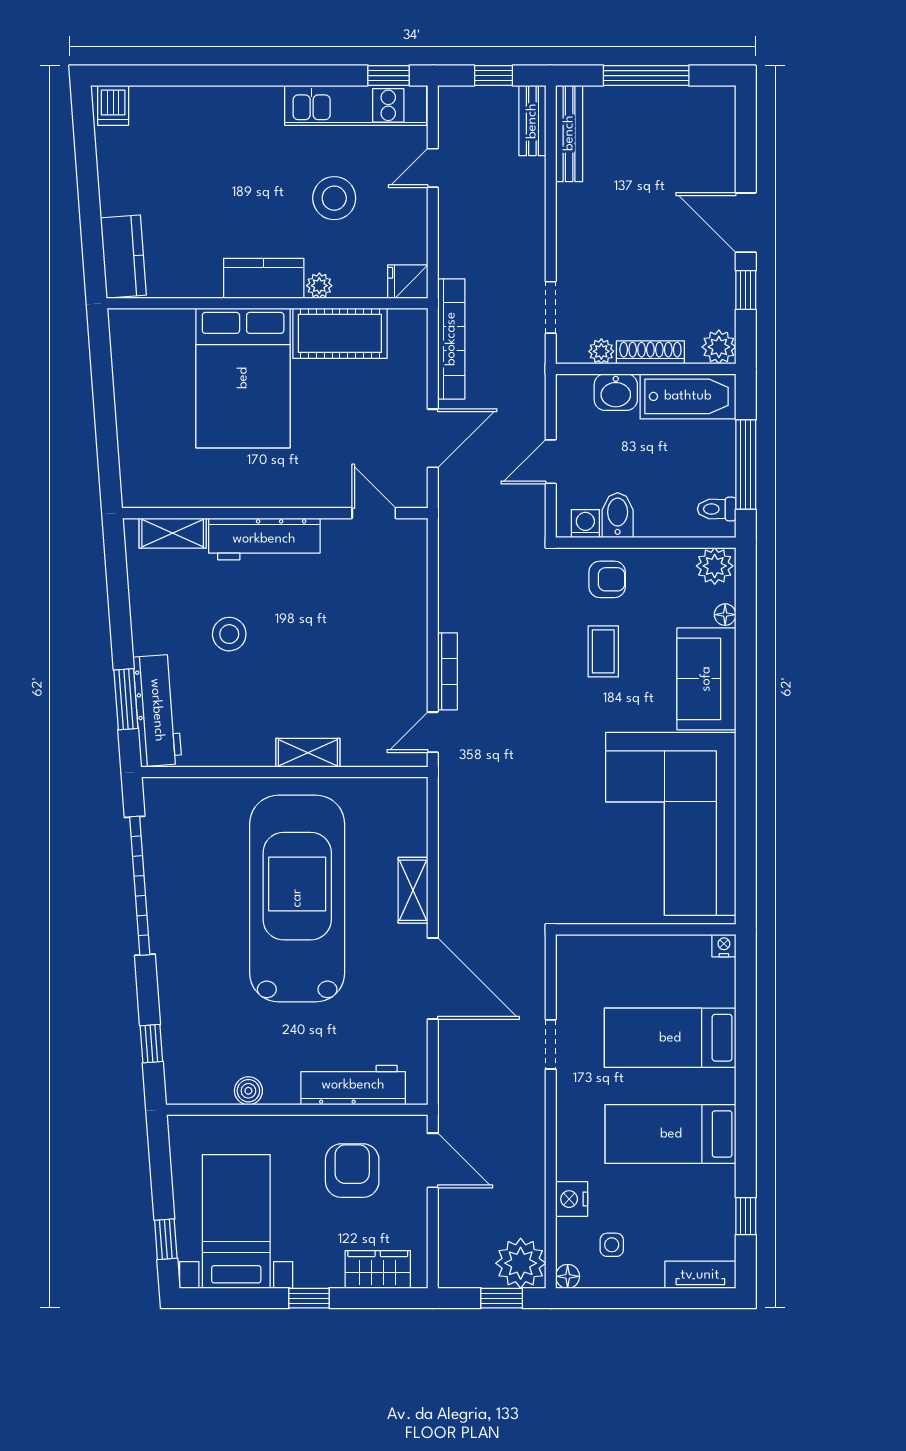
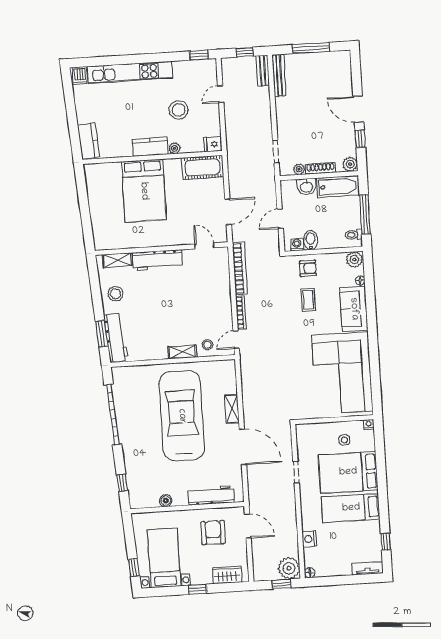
kitchen unit: (356, 105) -> (130, 72), moved, width x1.36
cot: (340, 333) -> (203, 167), moved
bookcase: (451, 339) -> (240, 269), moved
stool: (229, 634) -> (115, 294), moved
stool: (367, 740) -> (208, 345), added
bed: (670, 1038) -> (348, 472), width x1.50
side table: (612, 1245) -> (344, 440), moved

